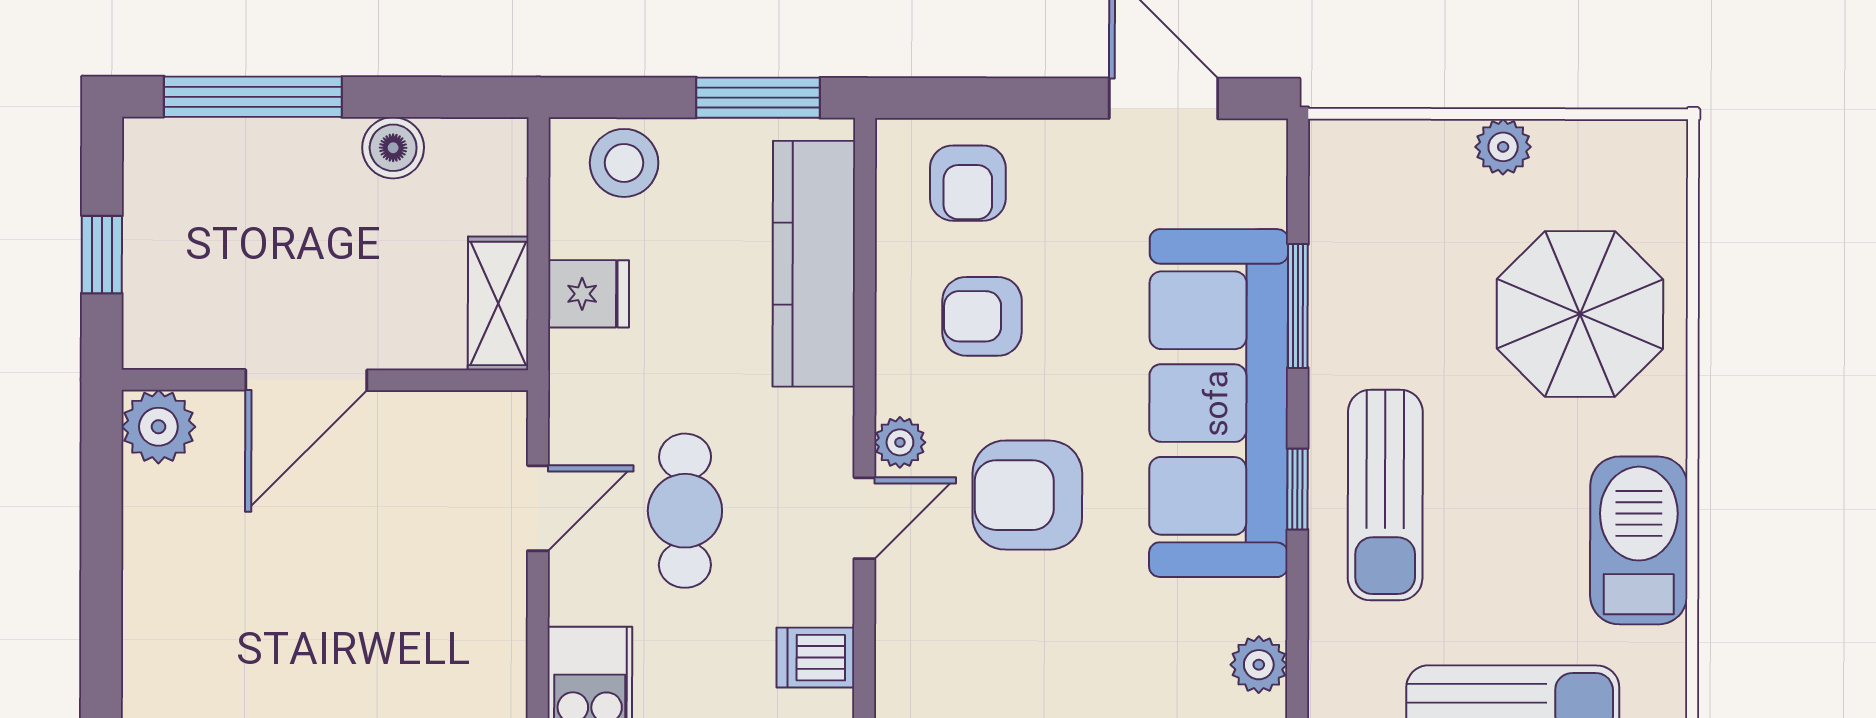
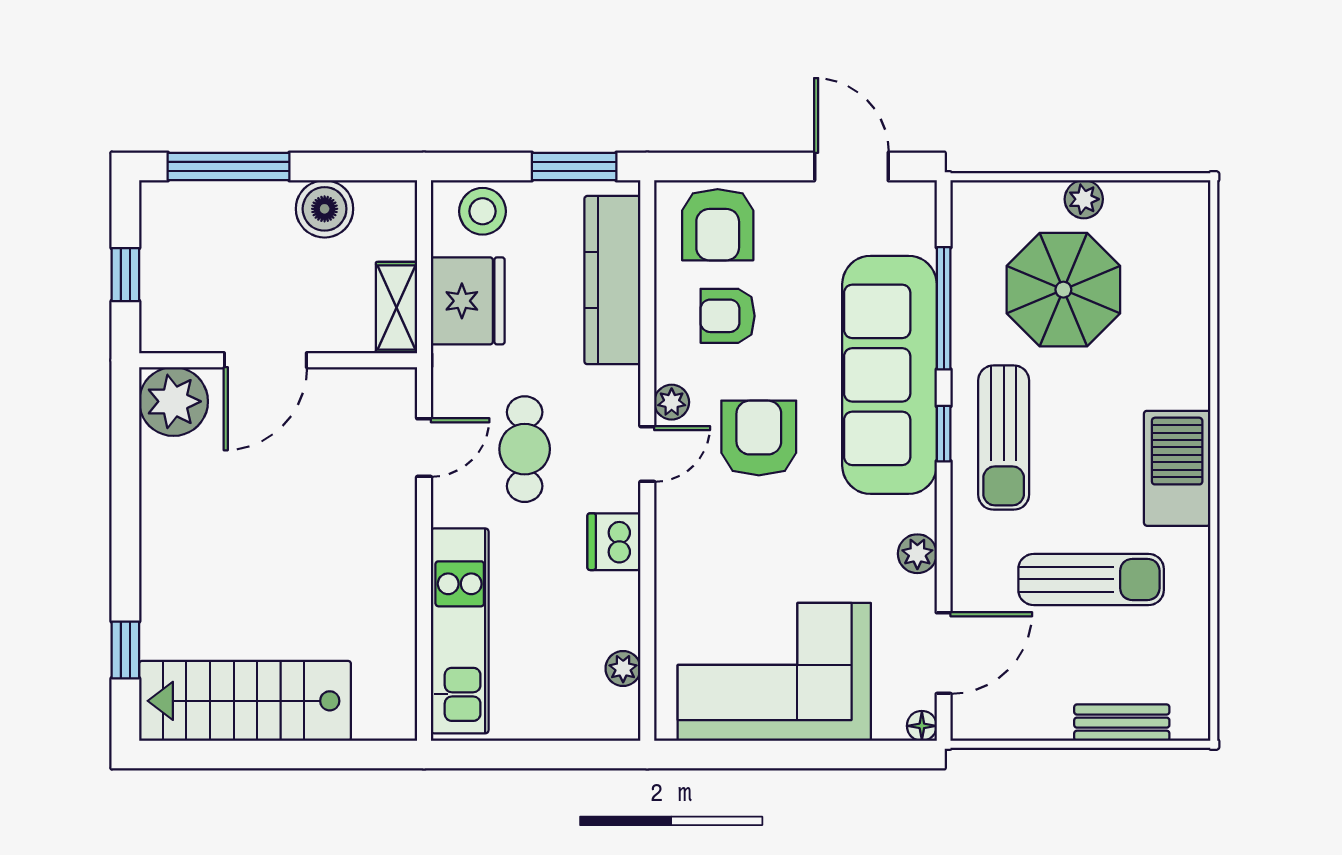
boiler: (393, 148) -> (325, 209), width x1.36, depth x1.36
armchair: (968, 183) -> (718, 225), width x1.38, depth x1.38
fridge: (589, 294) -> (468, 301), width x1.88, depth x1.34
window: (1298, 306) -> (944, 308), width x1.44
parasol: (1580, 314) -> (1063, 290), moved
plant: (158, 427) -> (174, 401), width x1.36, depth x1.36
armchair: (1027, 495) -> (759, 438), turned 90
dishwasher: (815, 658) -> (614, 542), width x1.38

